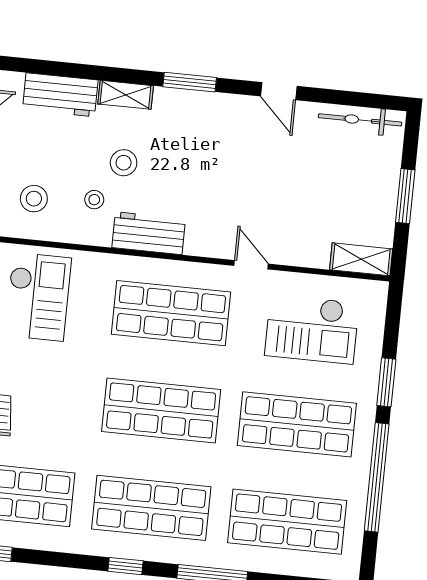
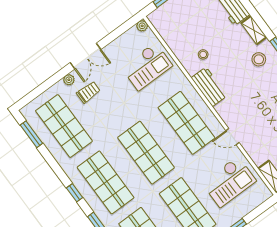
stool: (124, 163) -> (259, 59), moved
stool: (34, 199) -> (183, 31), removed
door: (251, 265) -> (232, 137), swing flipped
checkout: (312, 329) -> (229, 182), turned -90

